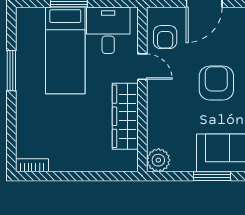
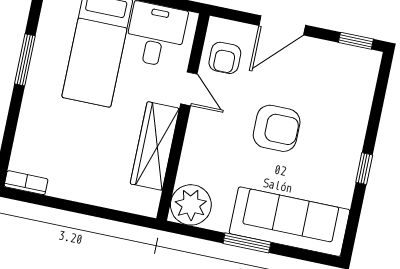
armchair: (216, 83) -> (277, 128), turned 90
plant: (158, 160) -> (191, 205), width x1.36, depth x1.36

